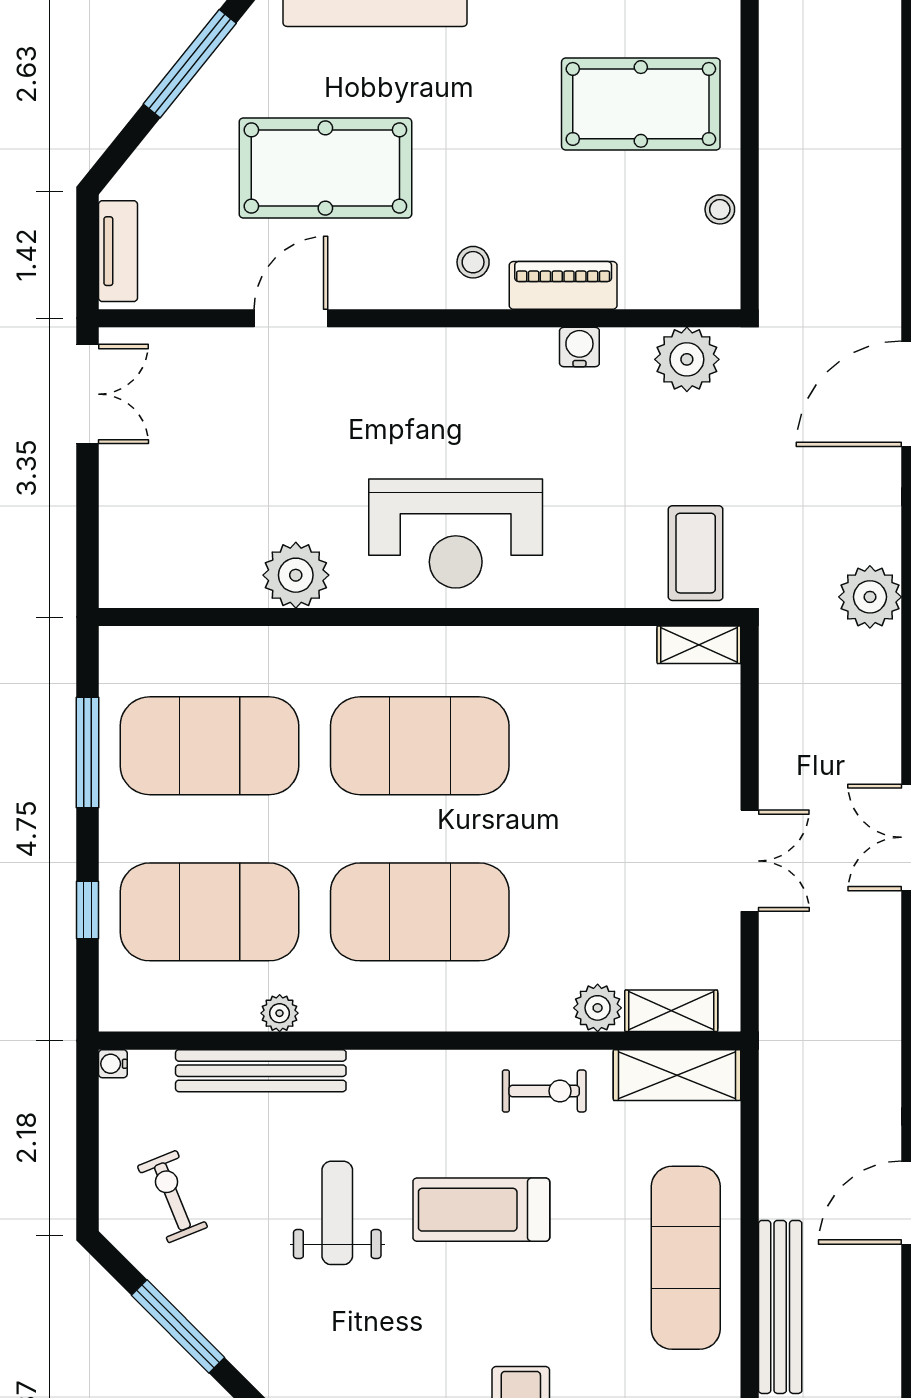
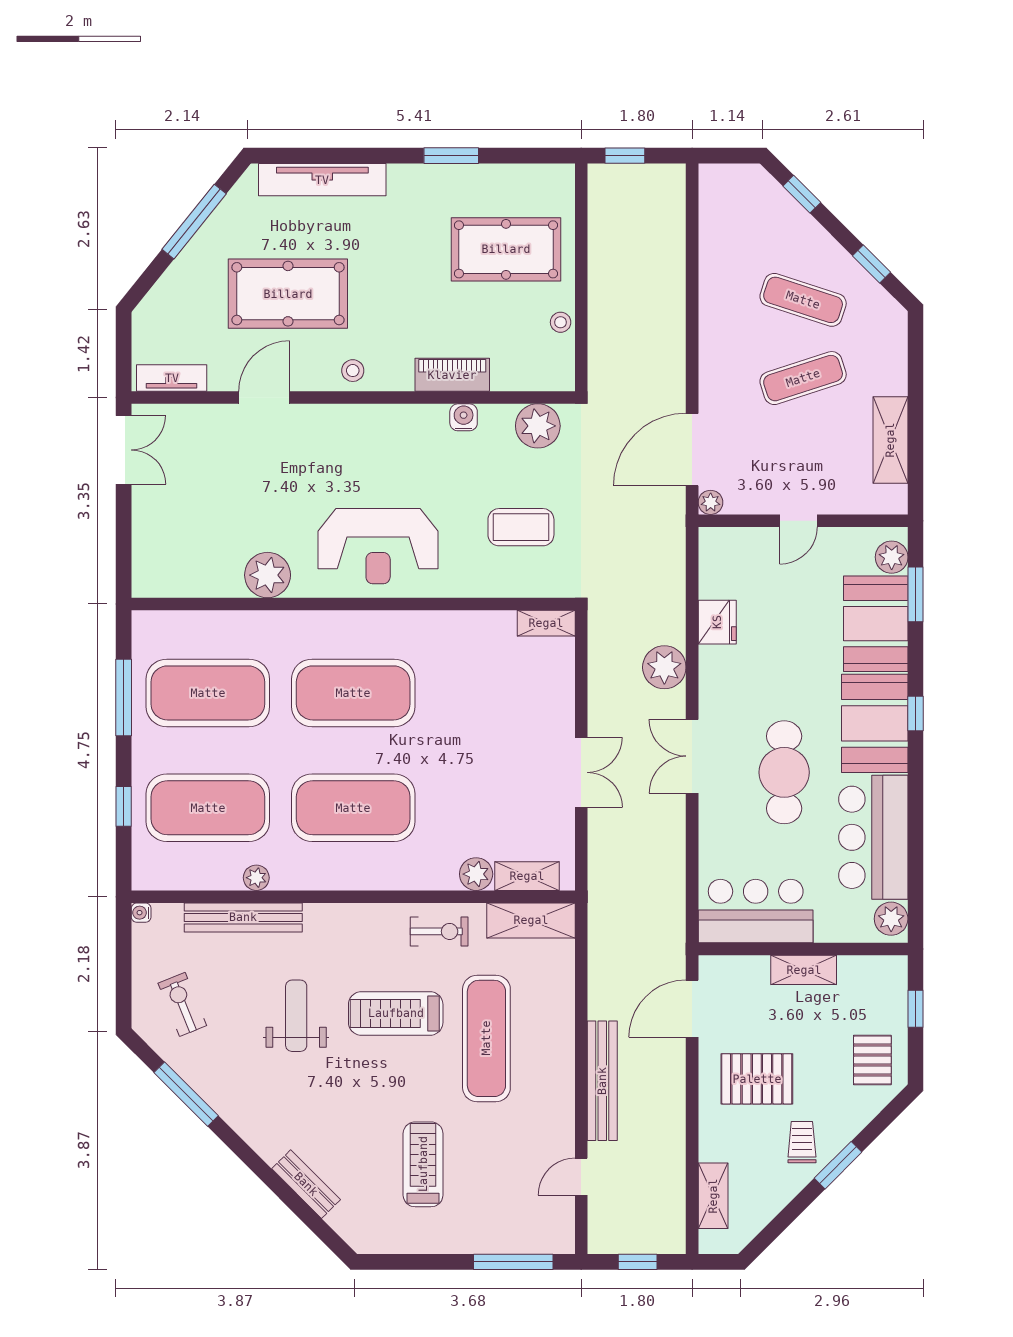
tv unit: (118, 251) -> (172, 378), moved, turned -90
stool: (473, 262) -> (353, 371), moved
coffee table: (696, 553) -> (521, 527), moved, turned 90
plant: (870, 597) -> (664, 667), moved
exercise mat: (686, 1258) -> (486, 1038), moved

